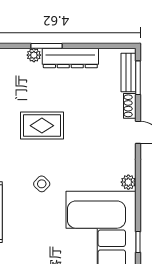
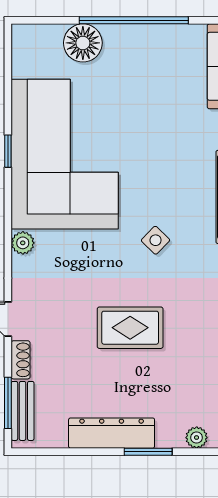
plant: (34, 55) -> (197, 438), moved
rug: (42, 126) -> (130, 328), moved

